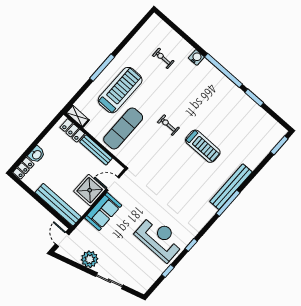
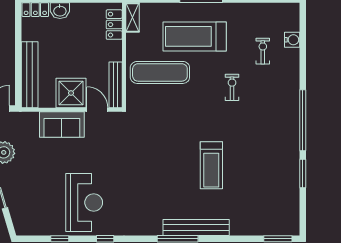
water cooler: (196, 57) -> (292, 40), moved
treadmill: (120, 90) -> (195, 36), turned 180
exercise bike: (168, 125) -> (232, 87), moved
bench: (96, 150) -> (116, 85), moved

